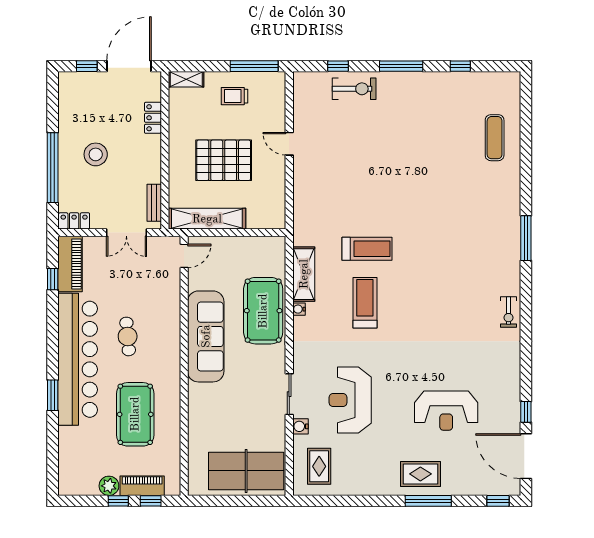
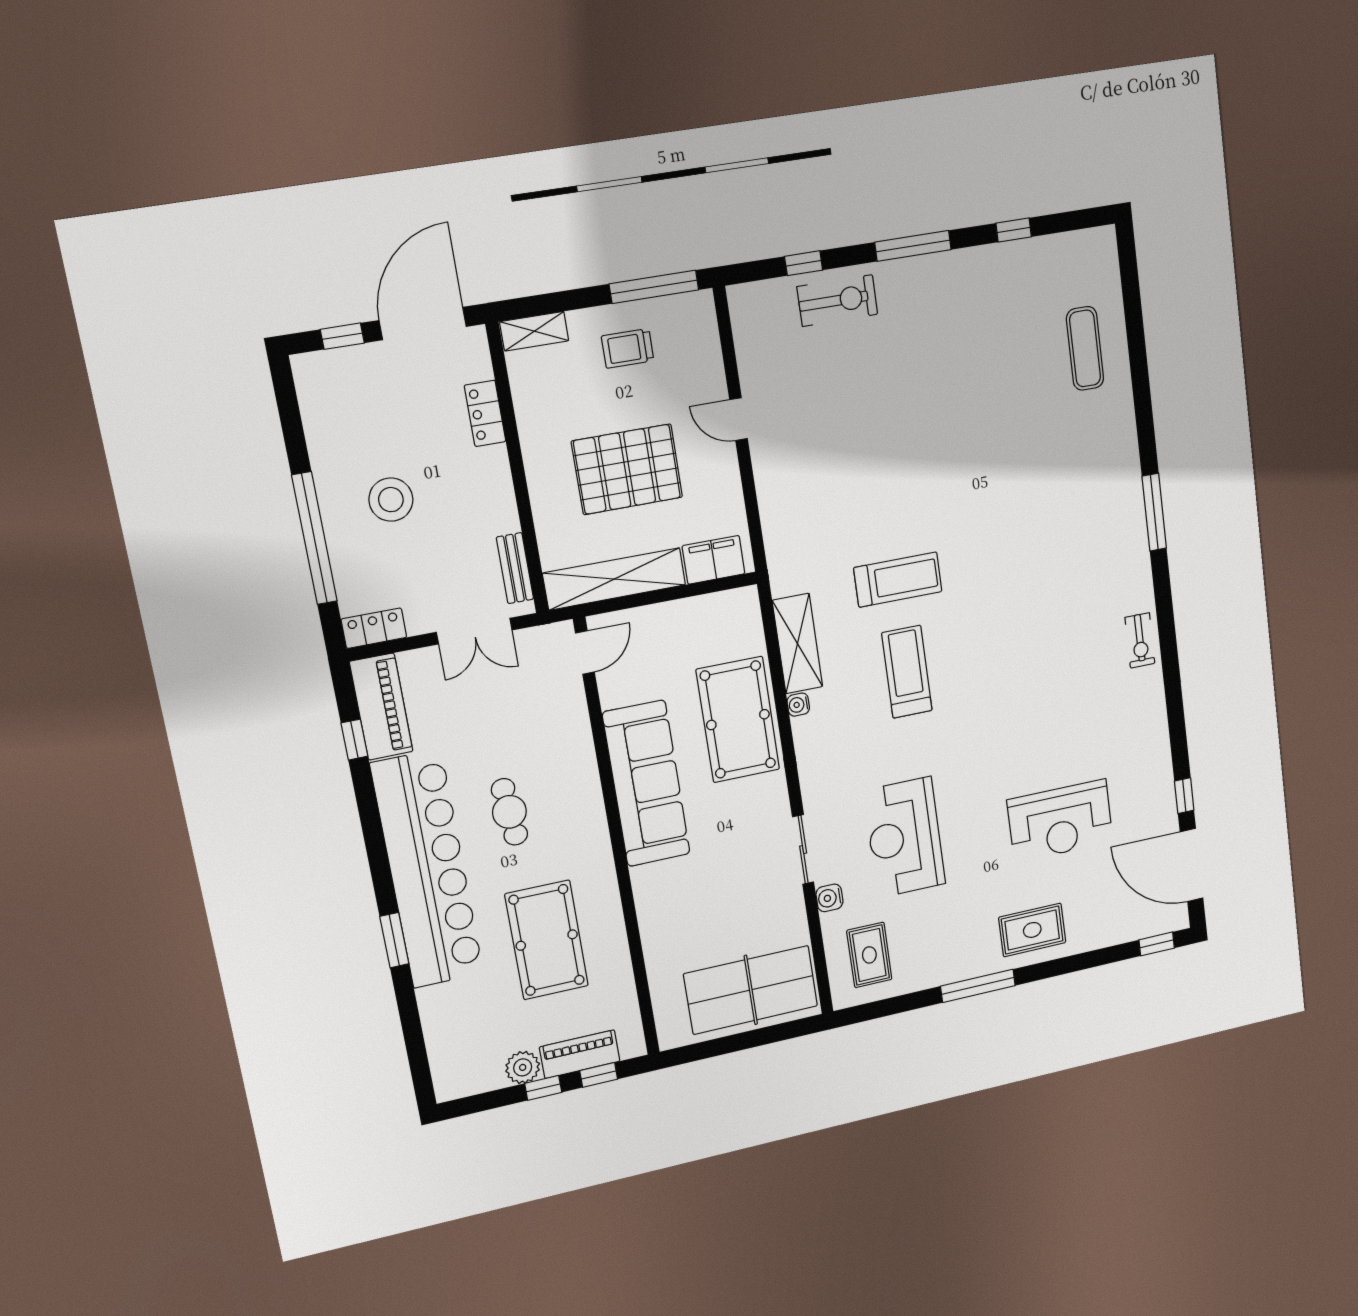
filing cabinet: (263, 218) -> (714, 560), added
window: (428, 501) -> (978, 986), moved

